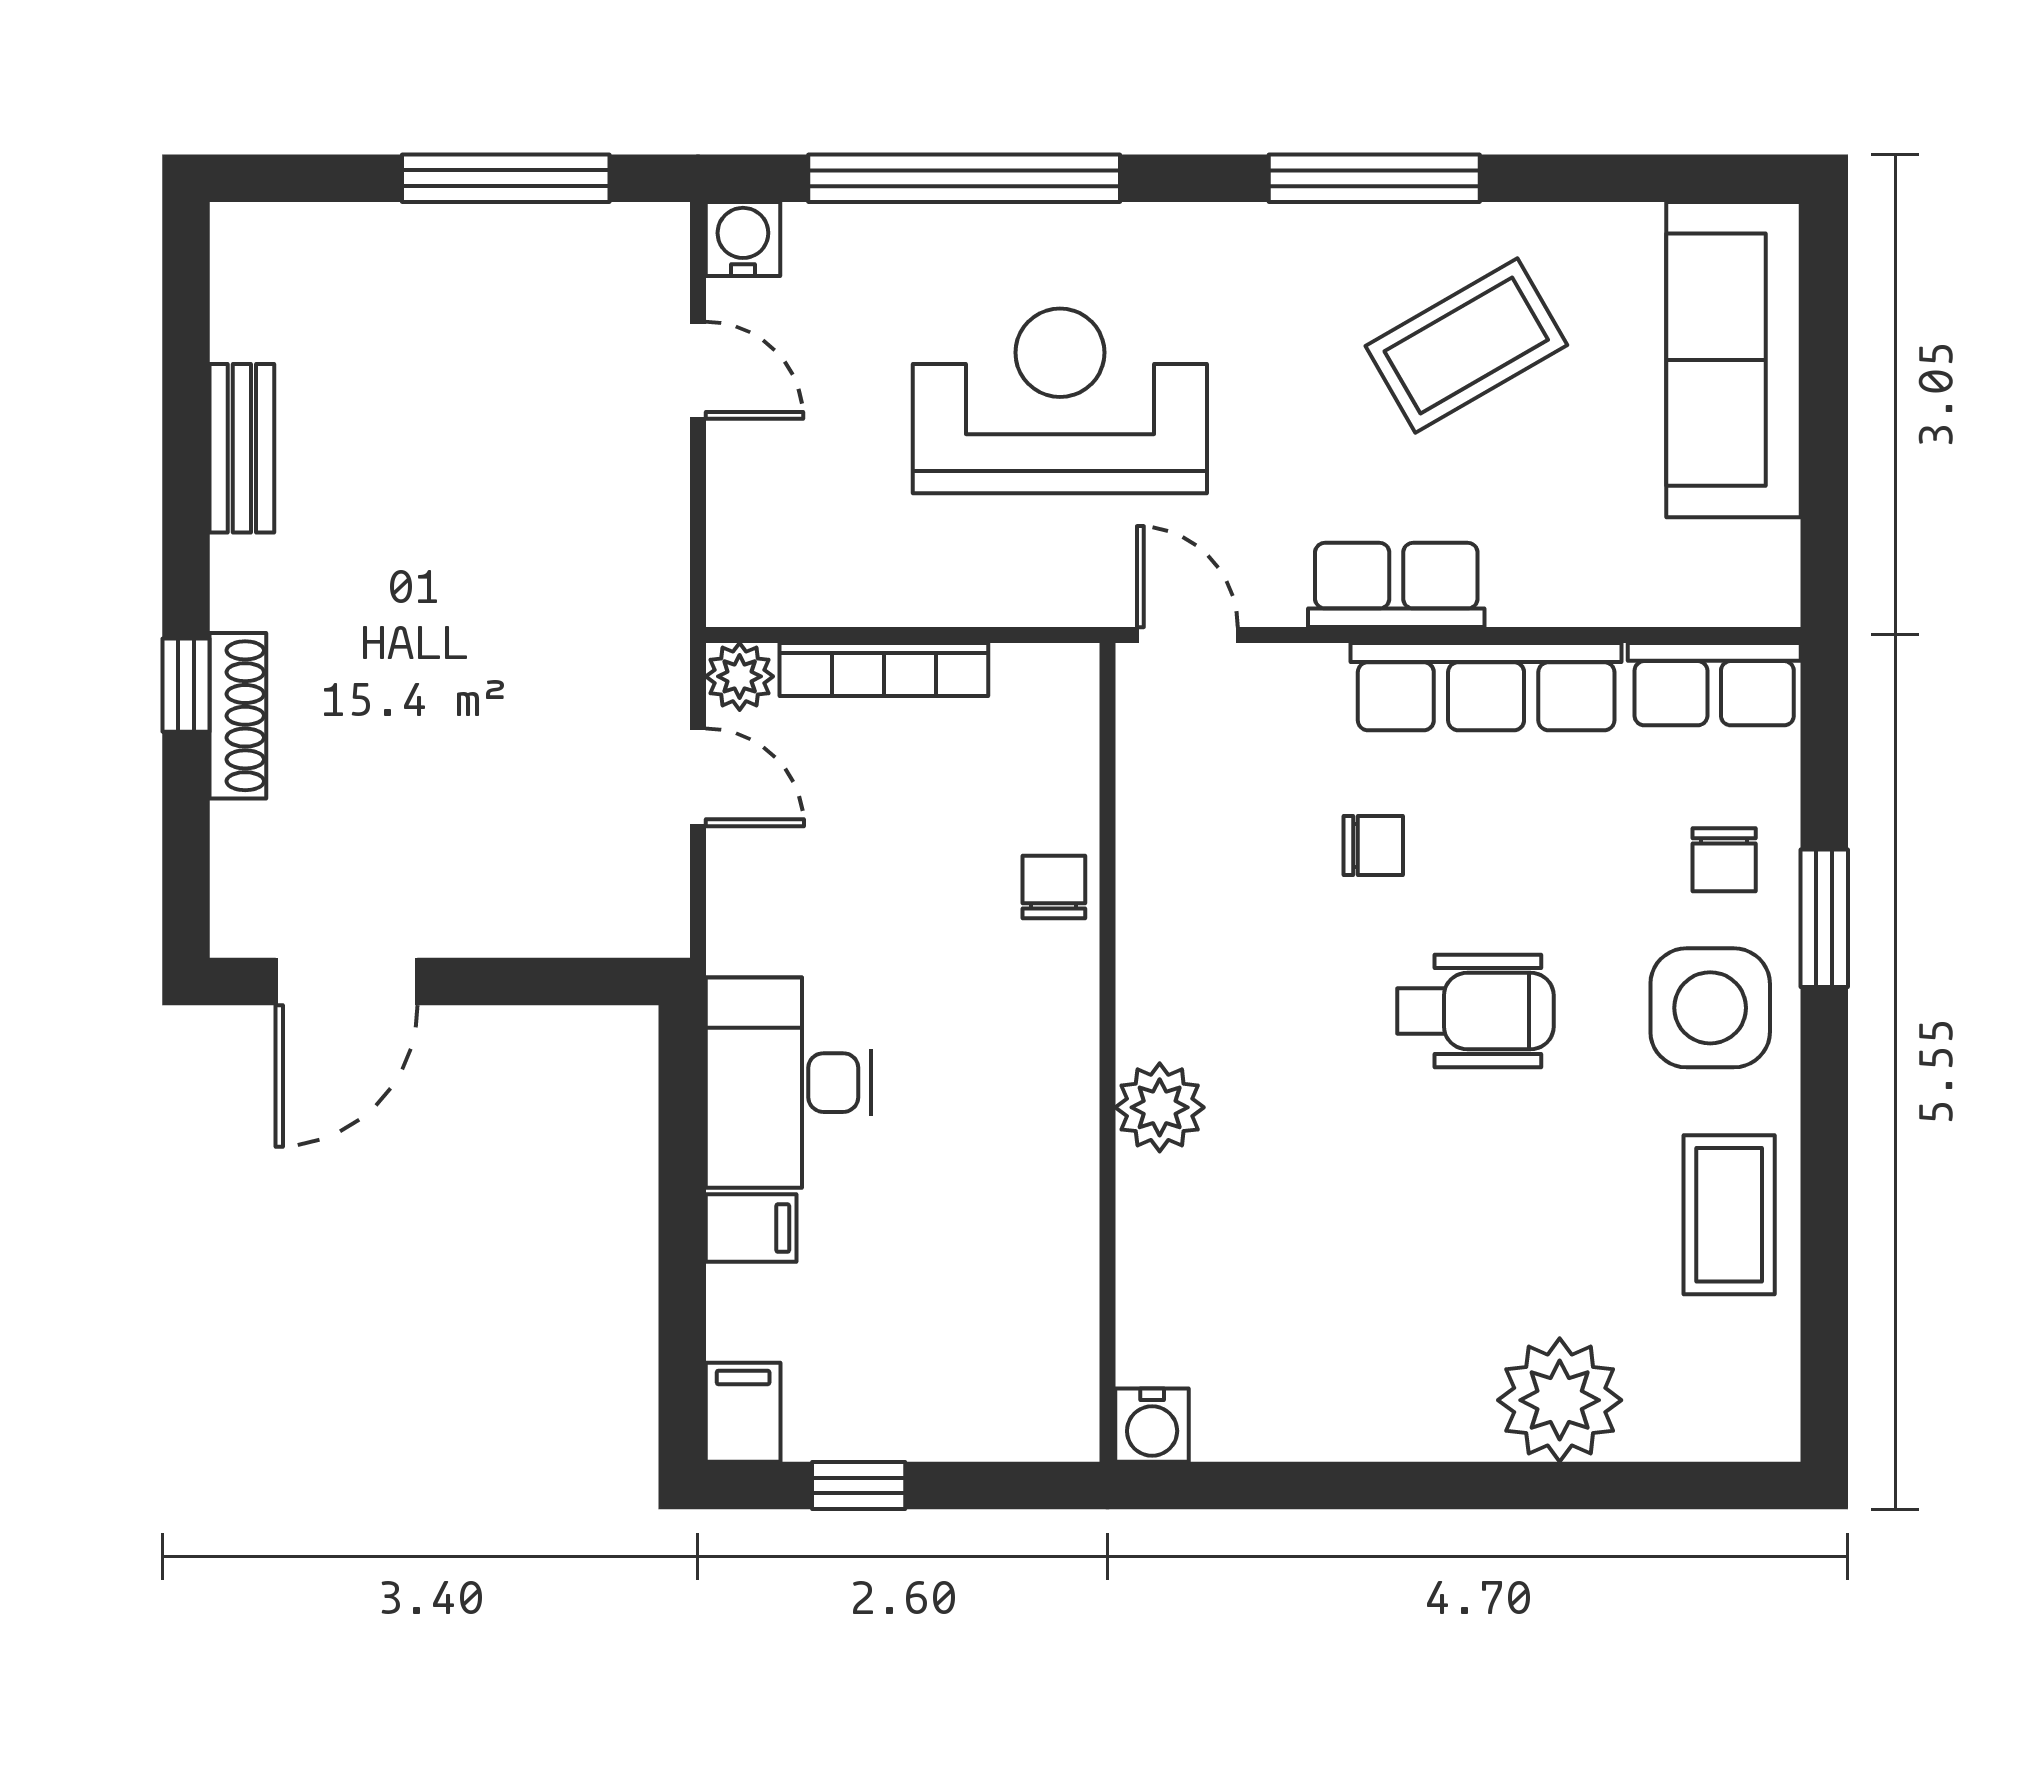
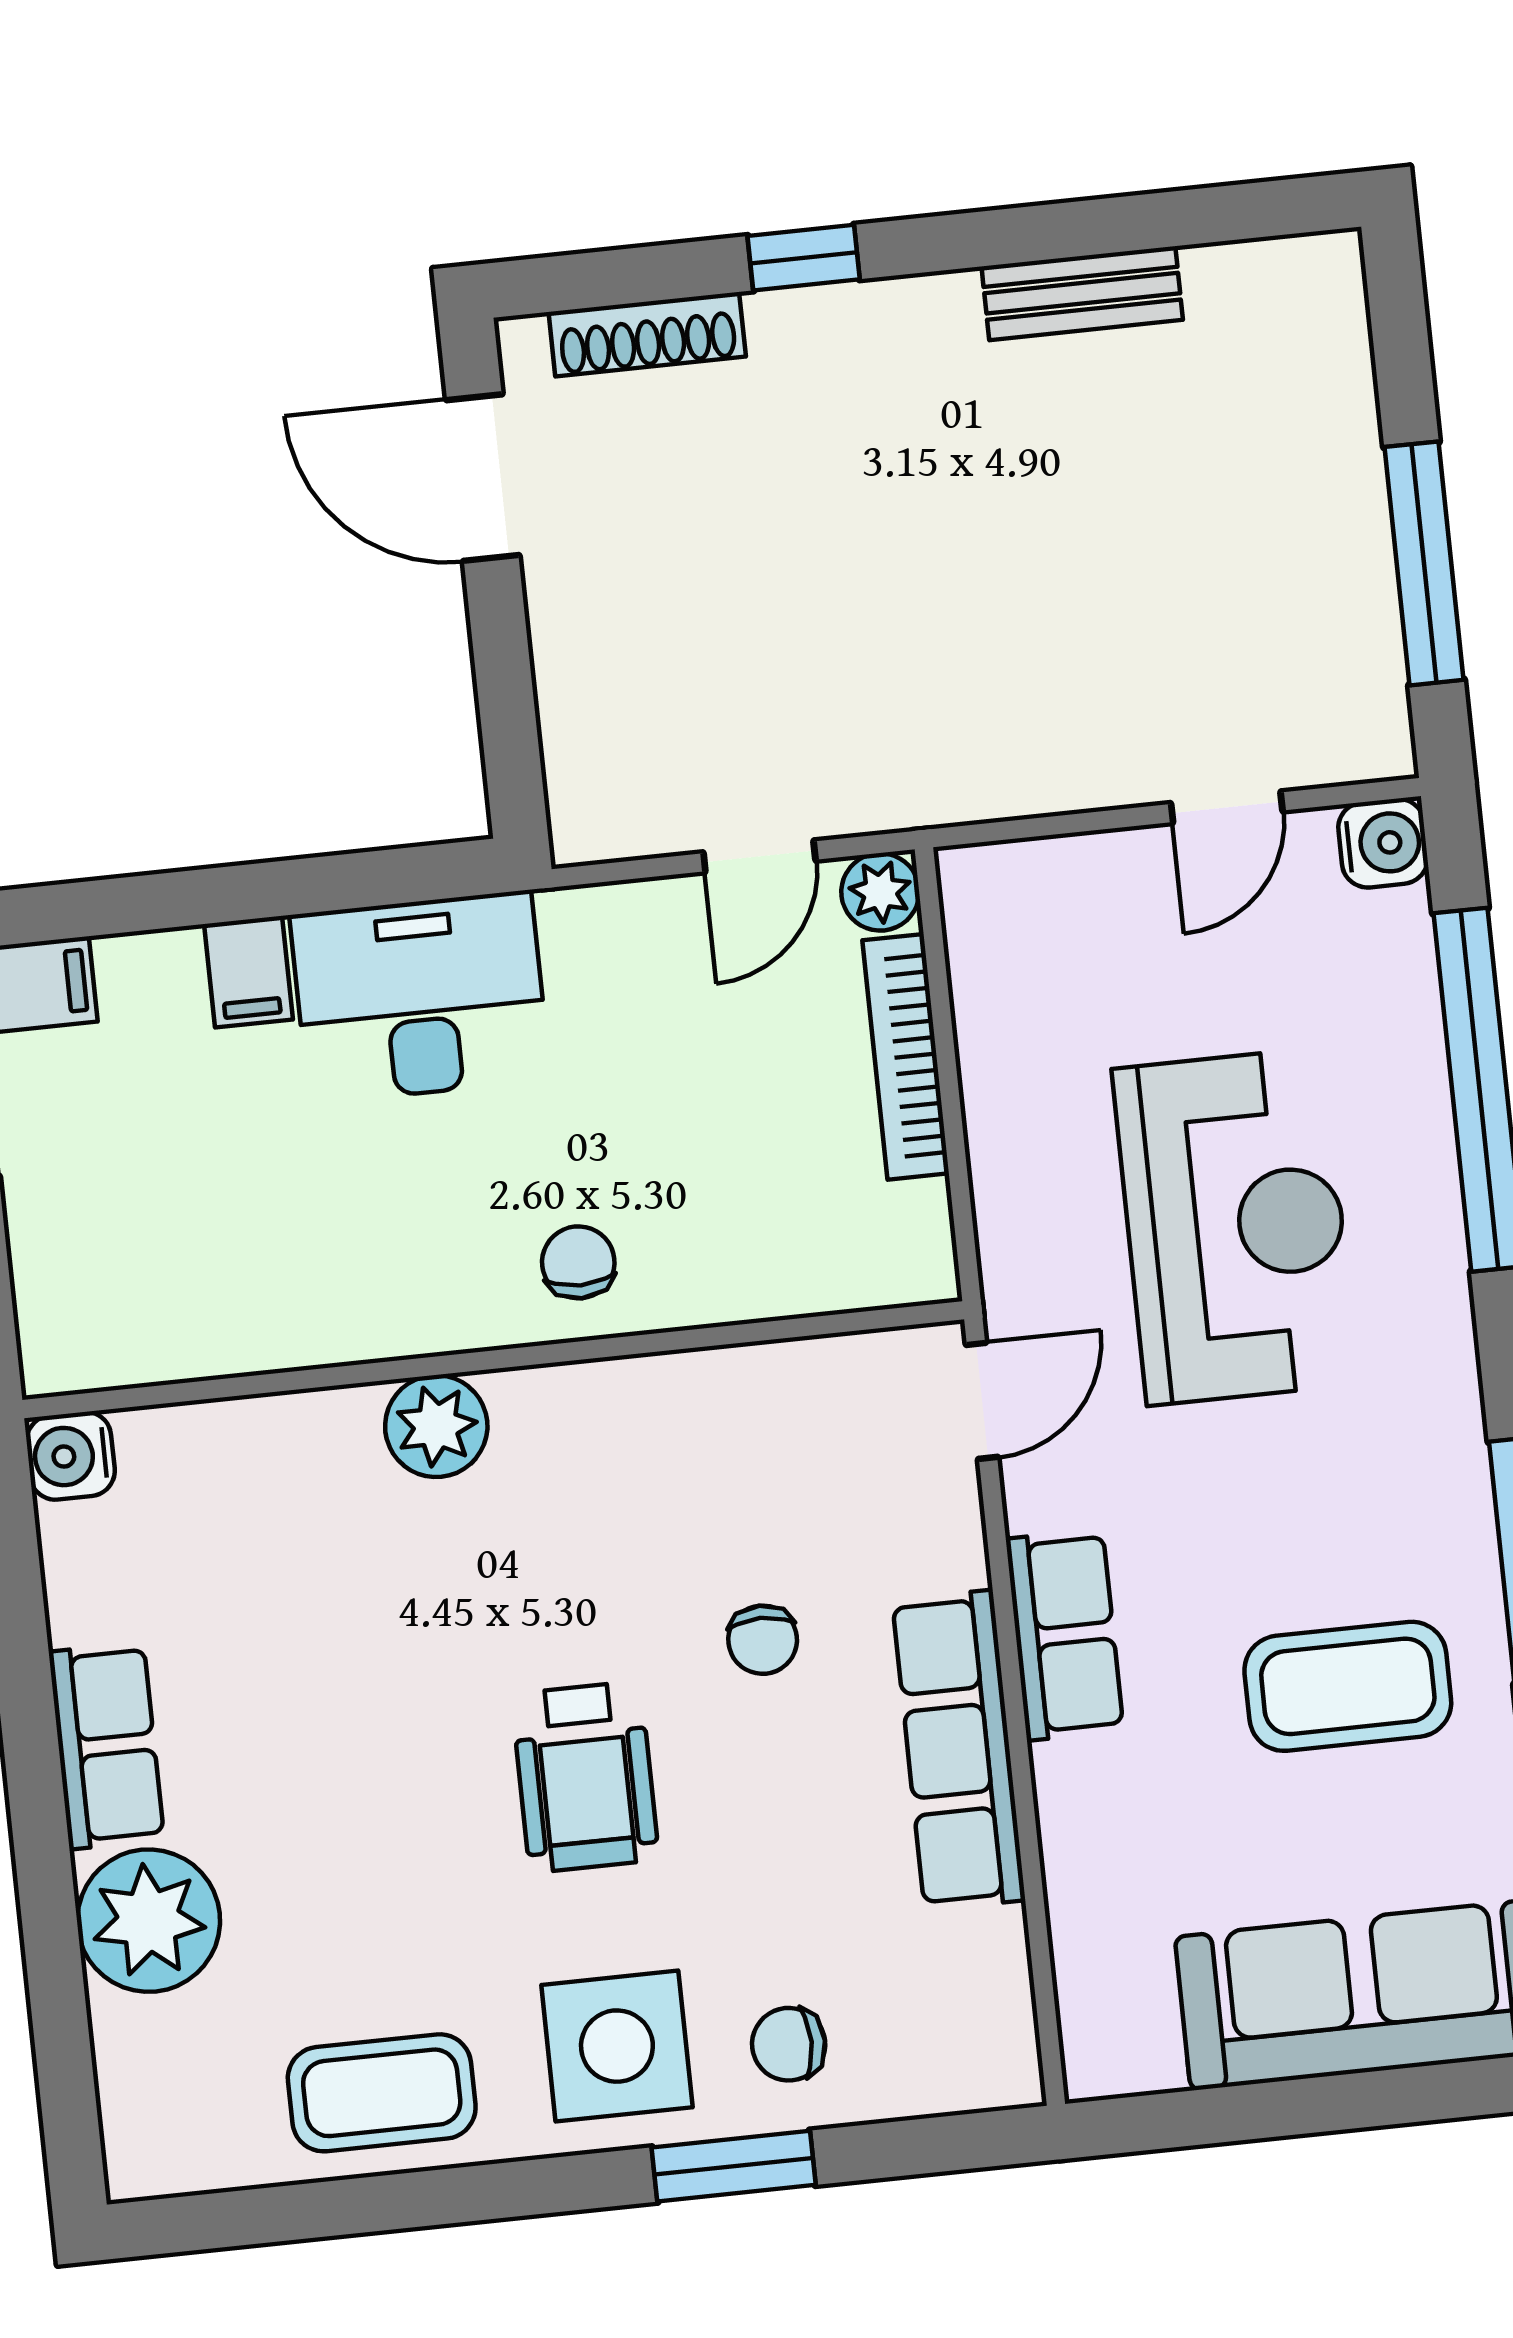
coffee table: (1466, 346) -> (1348, 1686), turned -60
row of seats: (1714, 684) -> (106, 1746), moved, turned 180
shoe rack: (238, 716) -> (647, 334), moved
chair: (1054, 887) -> (578, 1262), moved, turned -90

